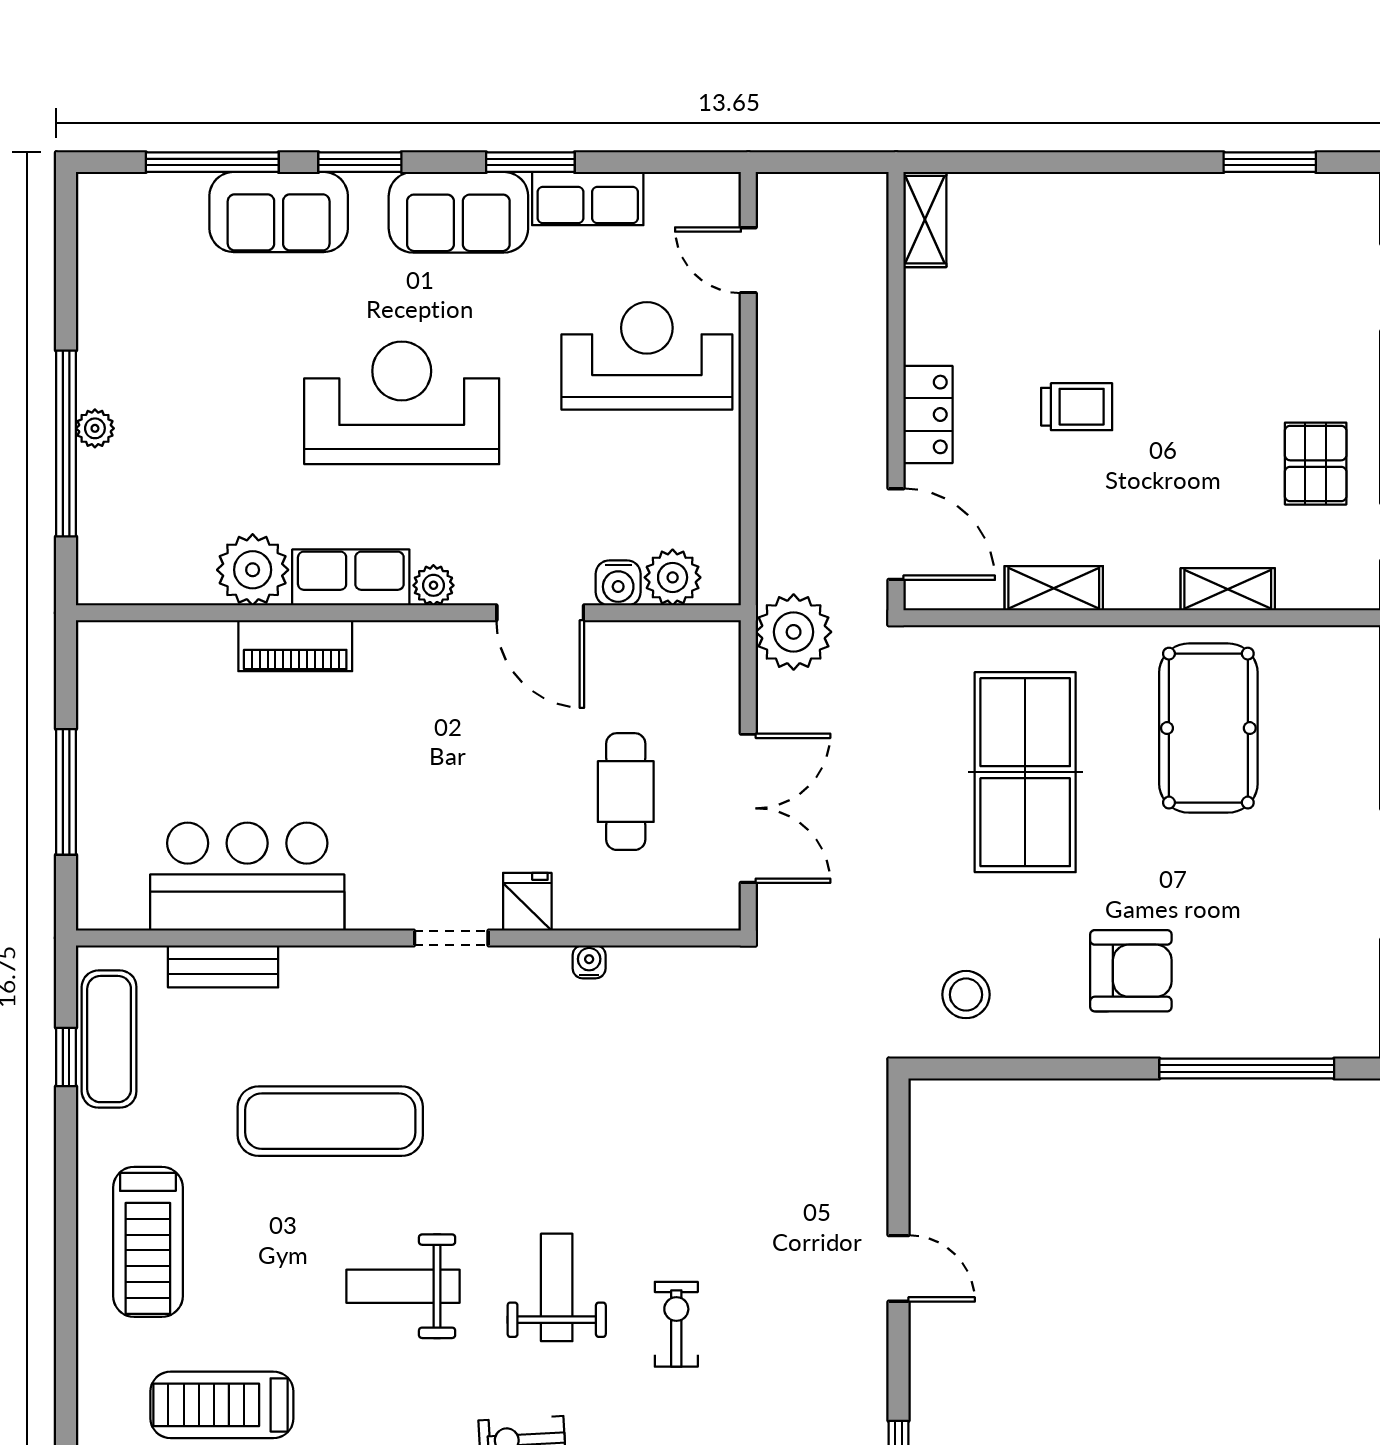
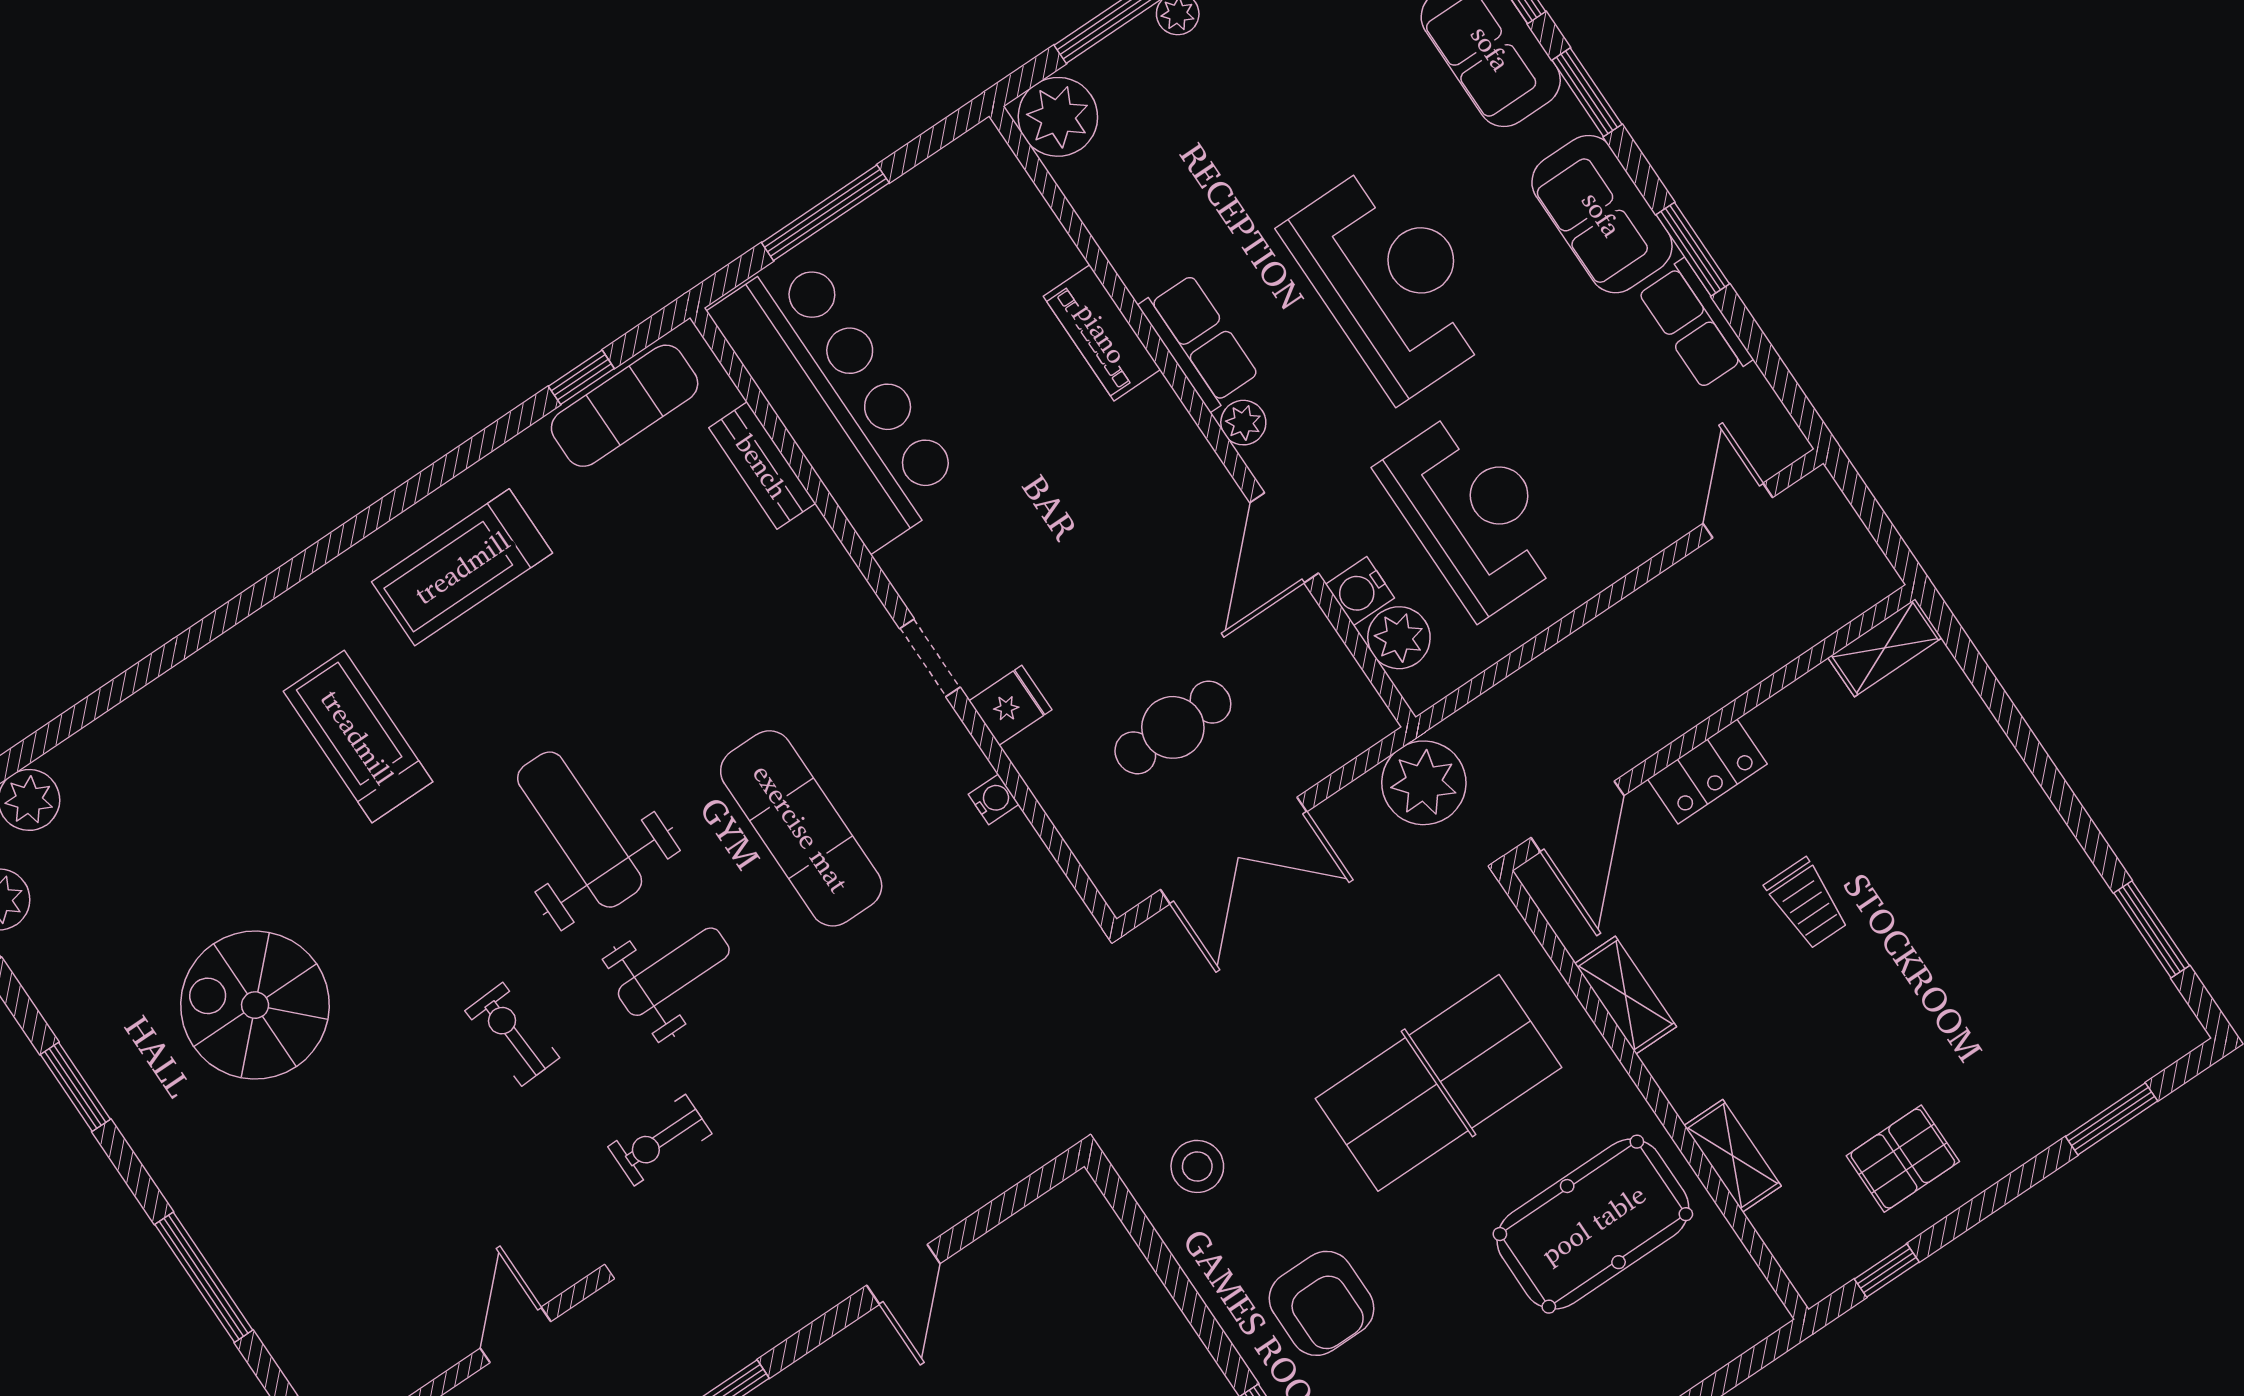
reception desk: (647, 356) -> (1473, 513), moved
plant: (253, 570) -> (1058, 117), moved
bar counter: (247, 877) -> (838, 399), width x1.36
exercise mat: (330, 1121) -> (801, 828), moved
weight bench: (403, 1286) -> (580, 830), width x1.36, depth x1.33
exercise bike: (676, 1324) -> (660, 1140), moved, turned 180

